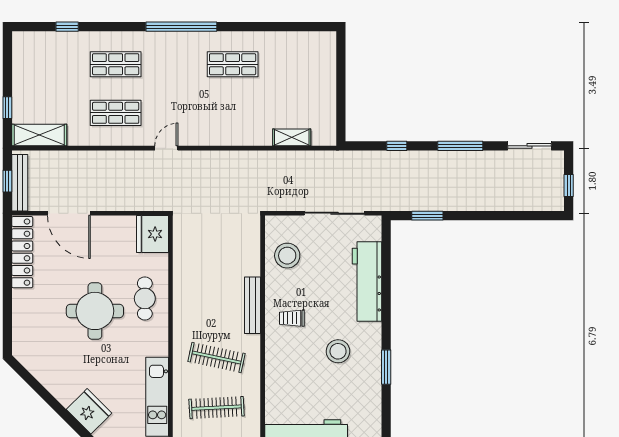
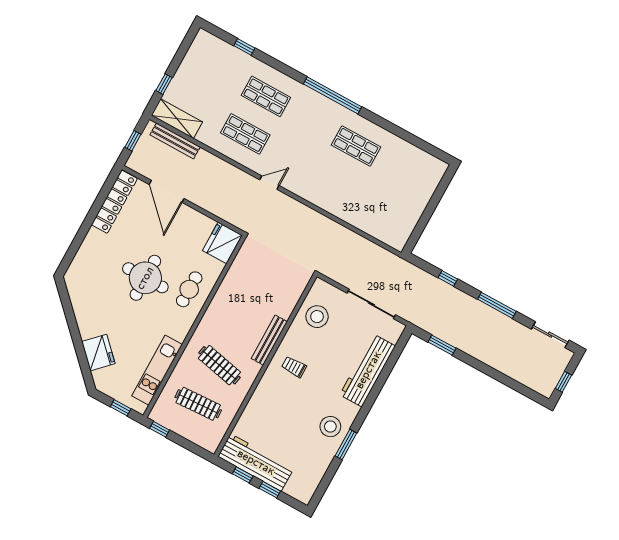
shelving: (292, 137) -> (370, 227), removed
bench: (20, 183) -> (175, 141), moved, turned 90
stool: (338, 351) -> (330, 427), moved

